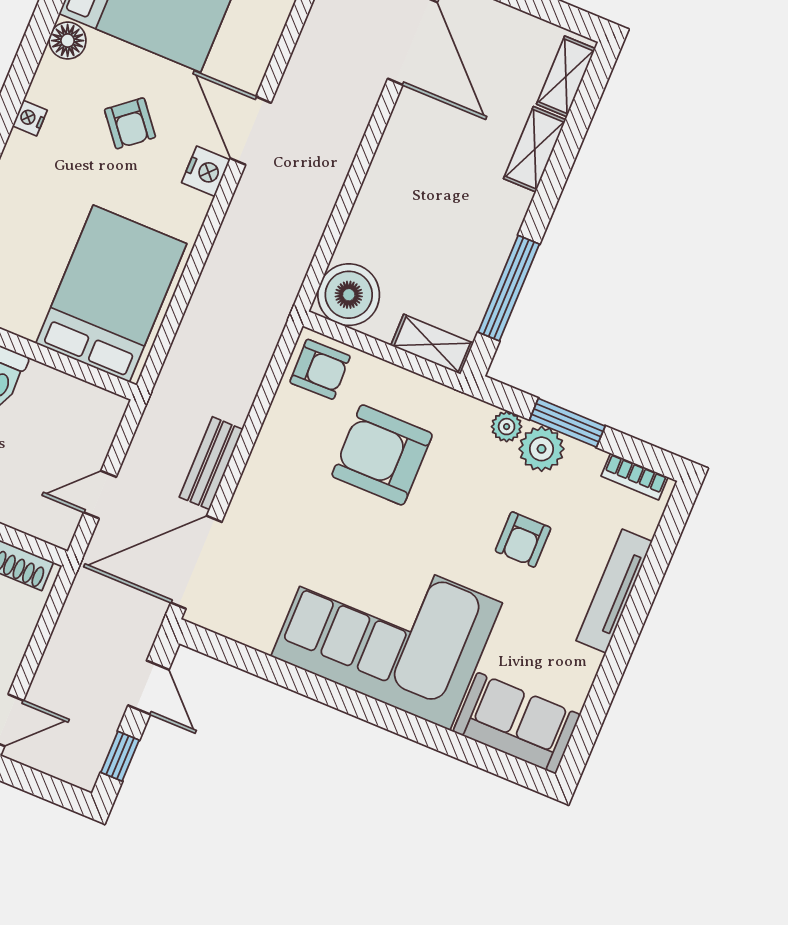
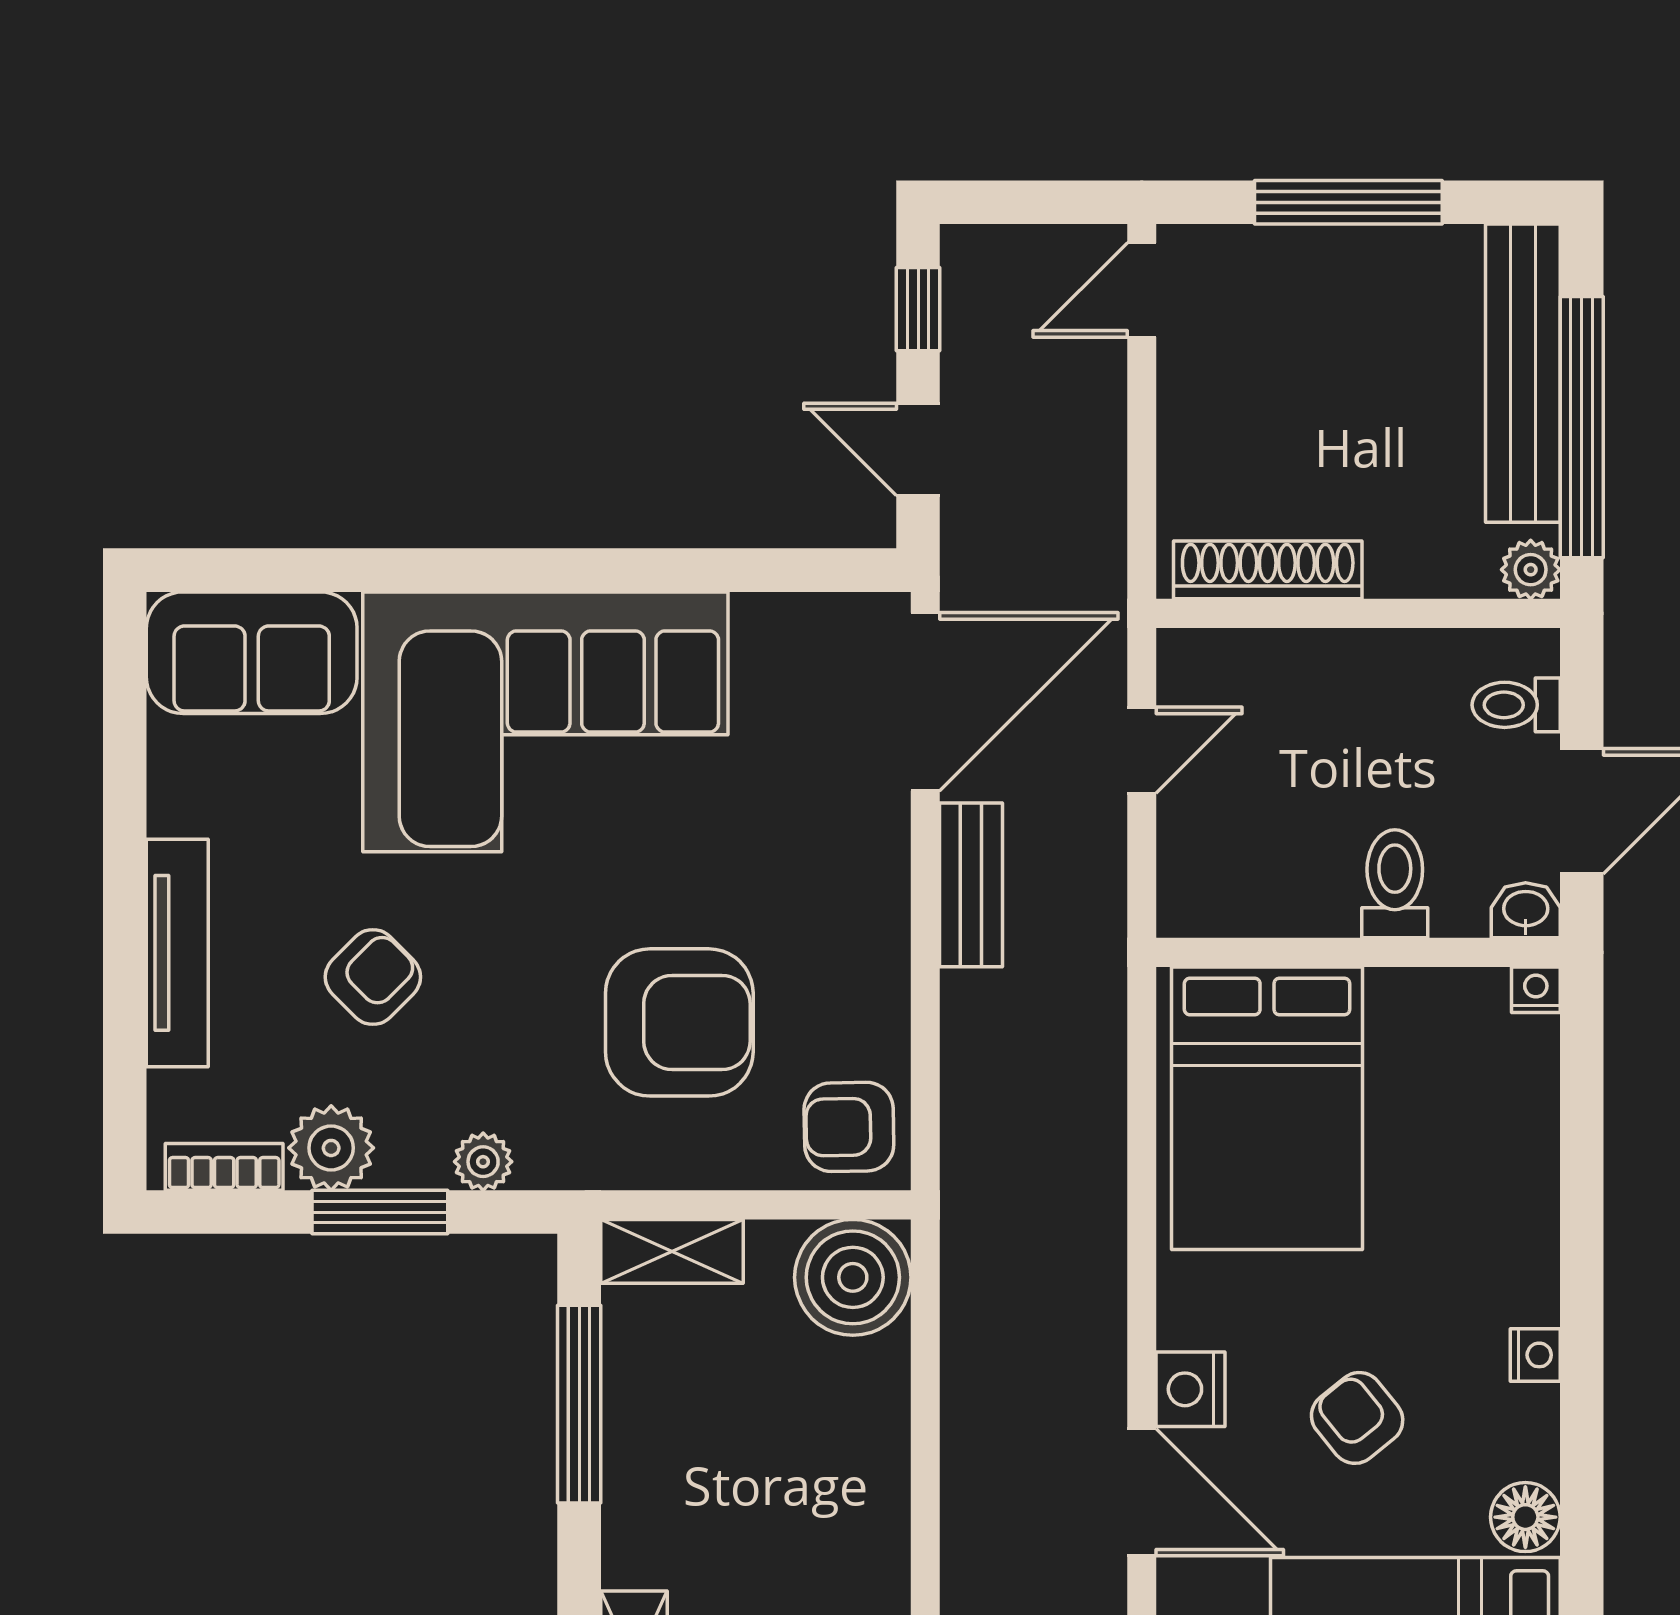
plant: (542, 449) -> (331, 1148), moved
armchair: (523, 540) -> (373, 977), turned 45

